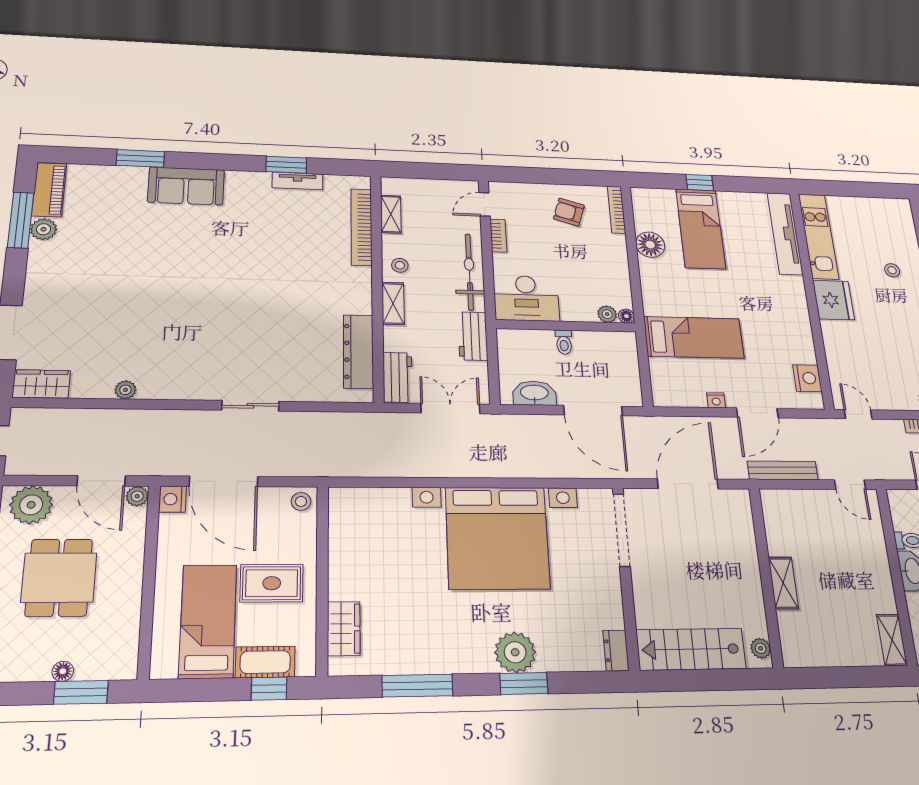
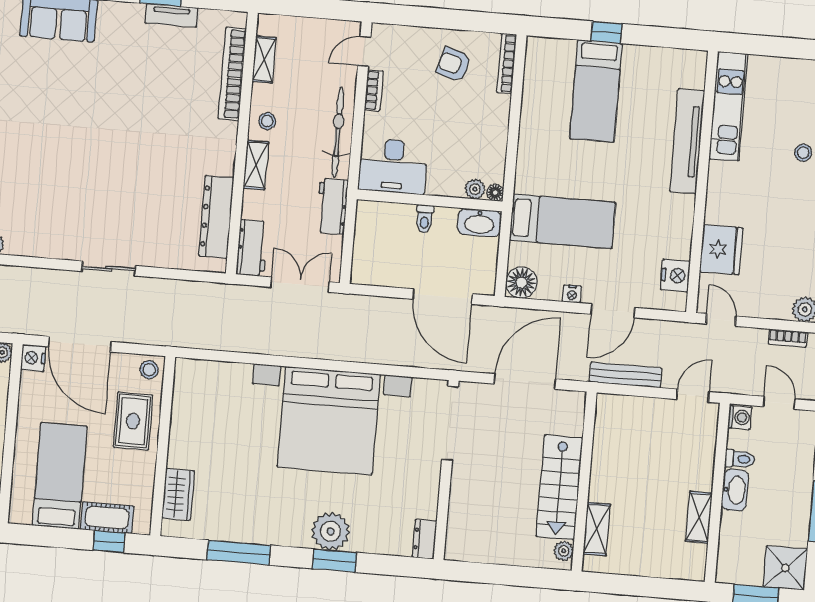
tv unit: (785, 233) -> (687, 141), moved
floor lamp: (650, 245) -> (521, 283), moved
fridge: (834, 300) -> (721, 250), moved
washbasin: (534, 393) -> (479, 223), moved, turned 180
door: (850, 485) -> (693, 396), swing flipped
washing machine: (898, 501) -> (740, 417), added
rug: (272, 583) -> (133, 421), moved, turned 90
shelving: (783, 583) -> (597, 529), moved
shelving: (892, 640) -> (699, 517), moved
stairs: (691, 649) -> (559, 487), moved, turned -90

